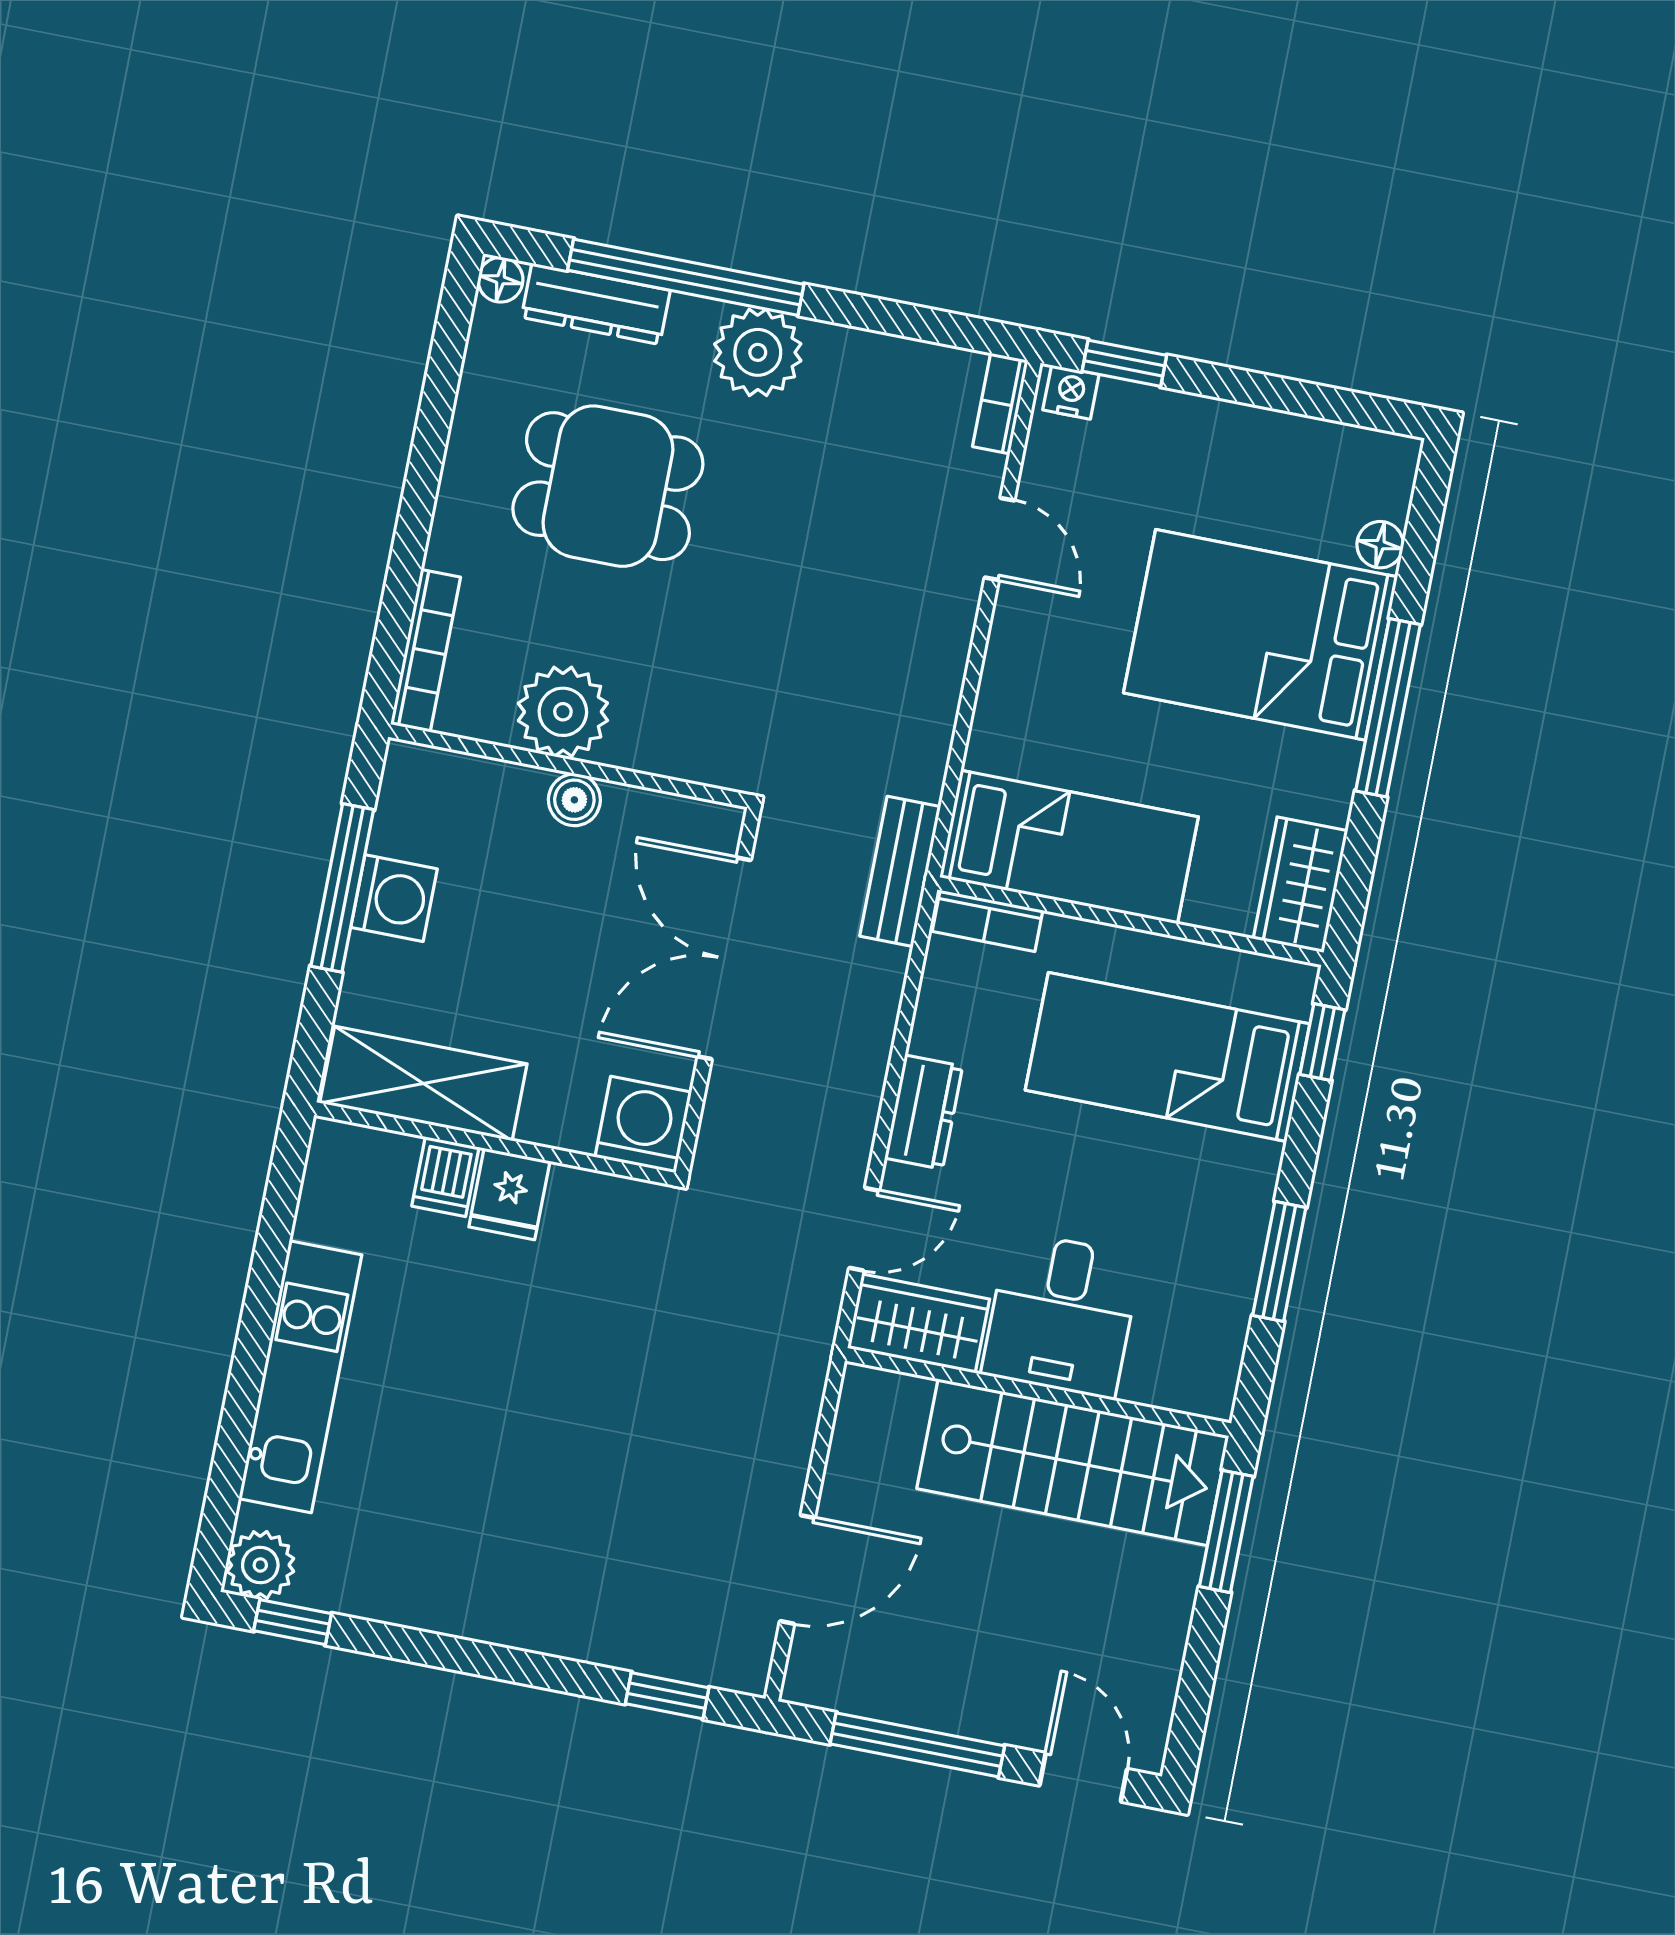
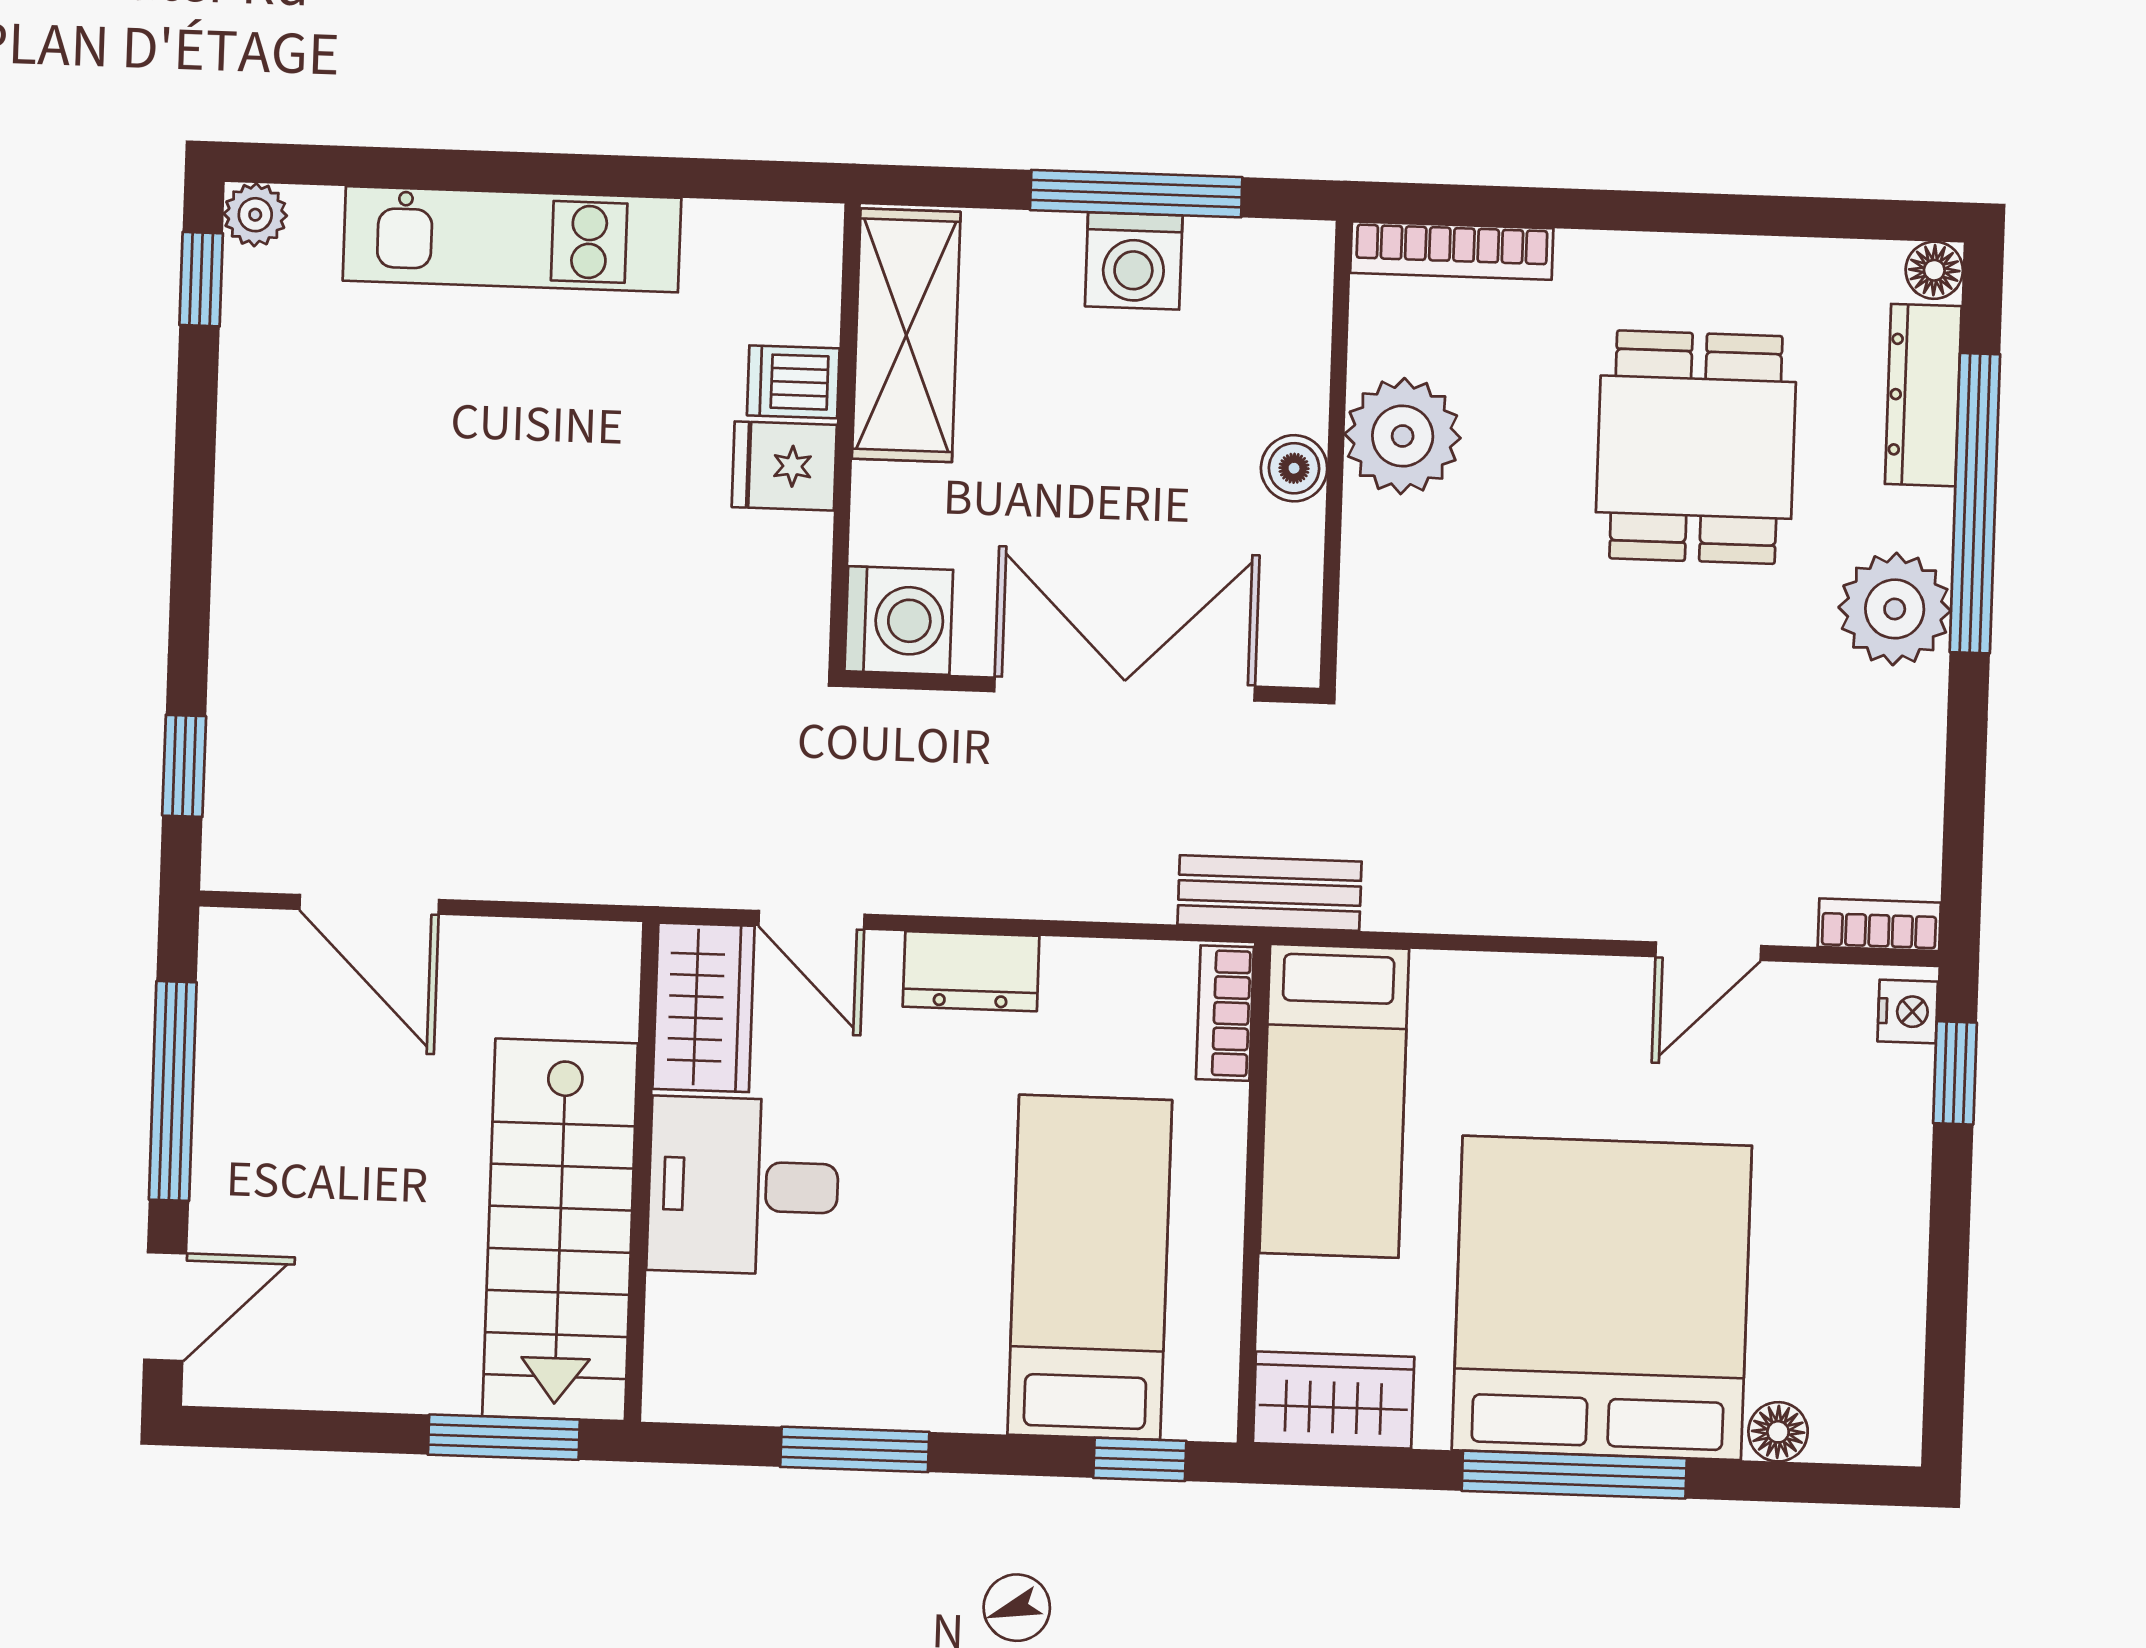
bed: (1261, 635) -> (1602, 1298), width x1.36
plant: (260, 1565) -> (255, 215), width x0.73, depth x0.73

